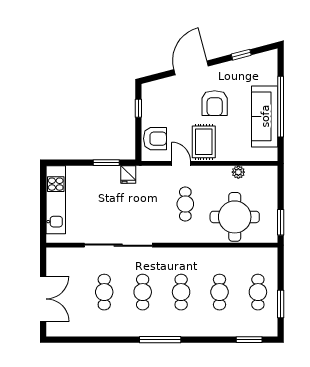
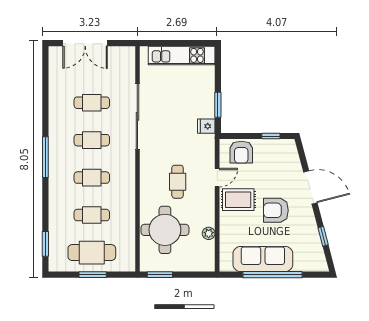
cafe table: (185, 204) -> (178, 182), turned 90
cafe table: (258, 292) -> (92, 253), width x1.37, depth x1.35
window: (281, 304) -> (93, 275), moved

